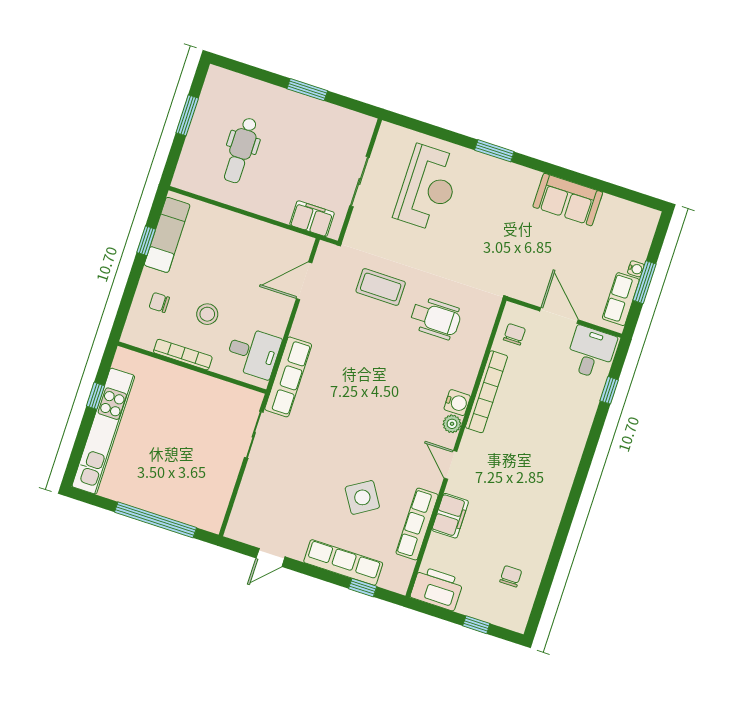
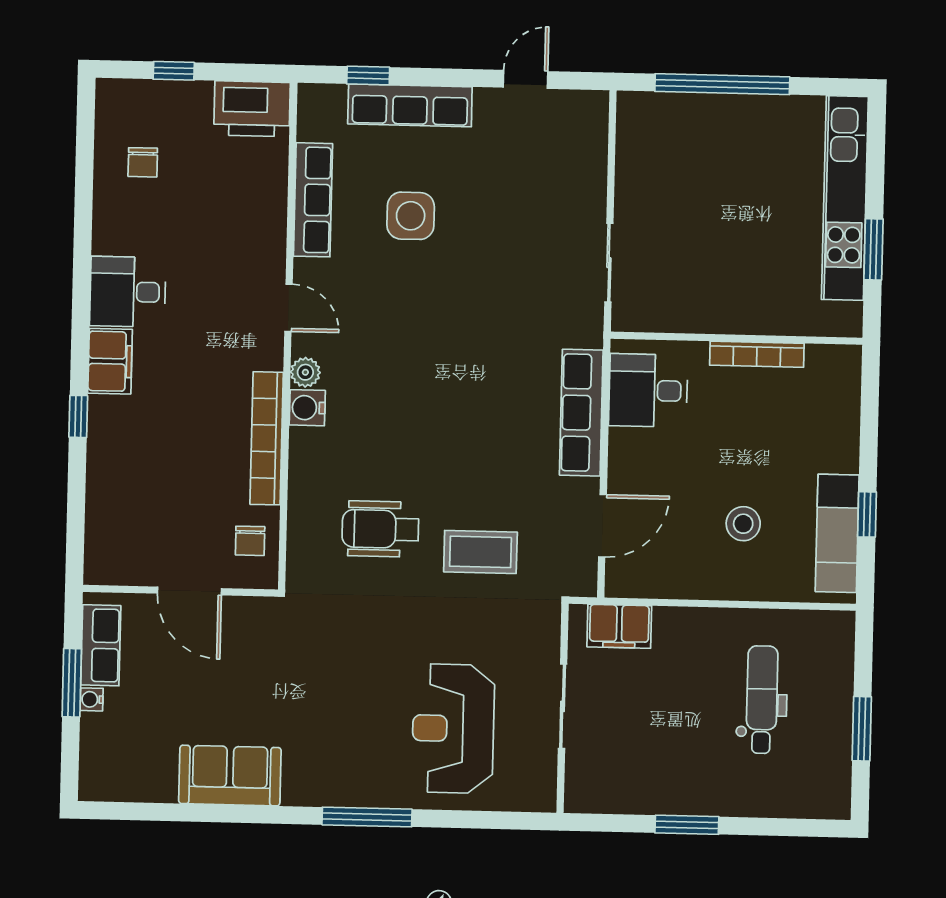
window: (494, 151) -> (367, 817), width x1.44
chair: (159, 303) -> (818, 424), removed
stool: (207, 314) -> (743, 524), moved
desk: (591, 352) -> (128, 292), moved, turned 90
row of seats: (288, 377) -> (581, 413), moved
window: (609, 390) -> (78, 416), moved
window: (96, 396) -> (874, 249), width x1.50
side table: (362, 497) -> (411, 216), turned 32
filing cabinet: (450, 516) -> (110, 361), moved, turned 180

